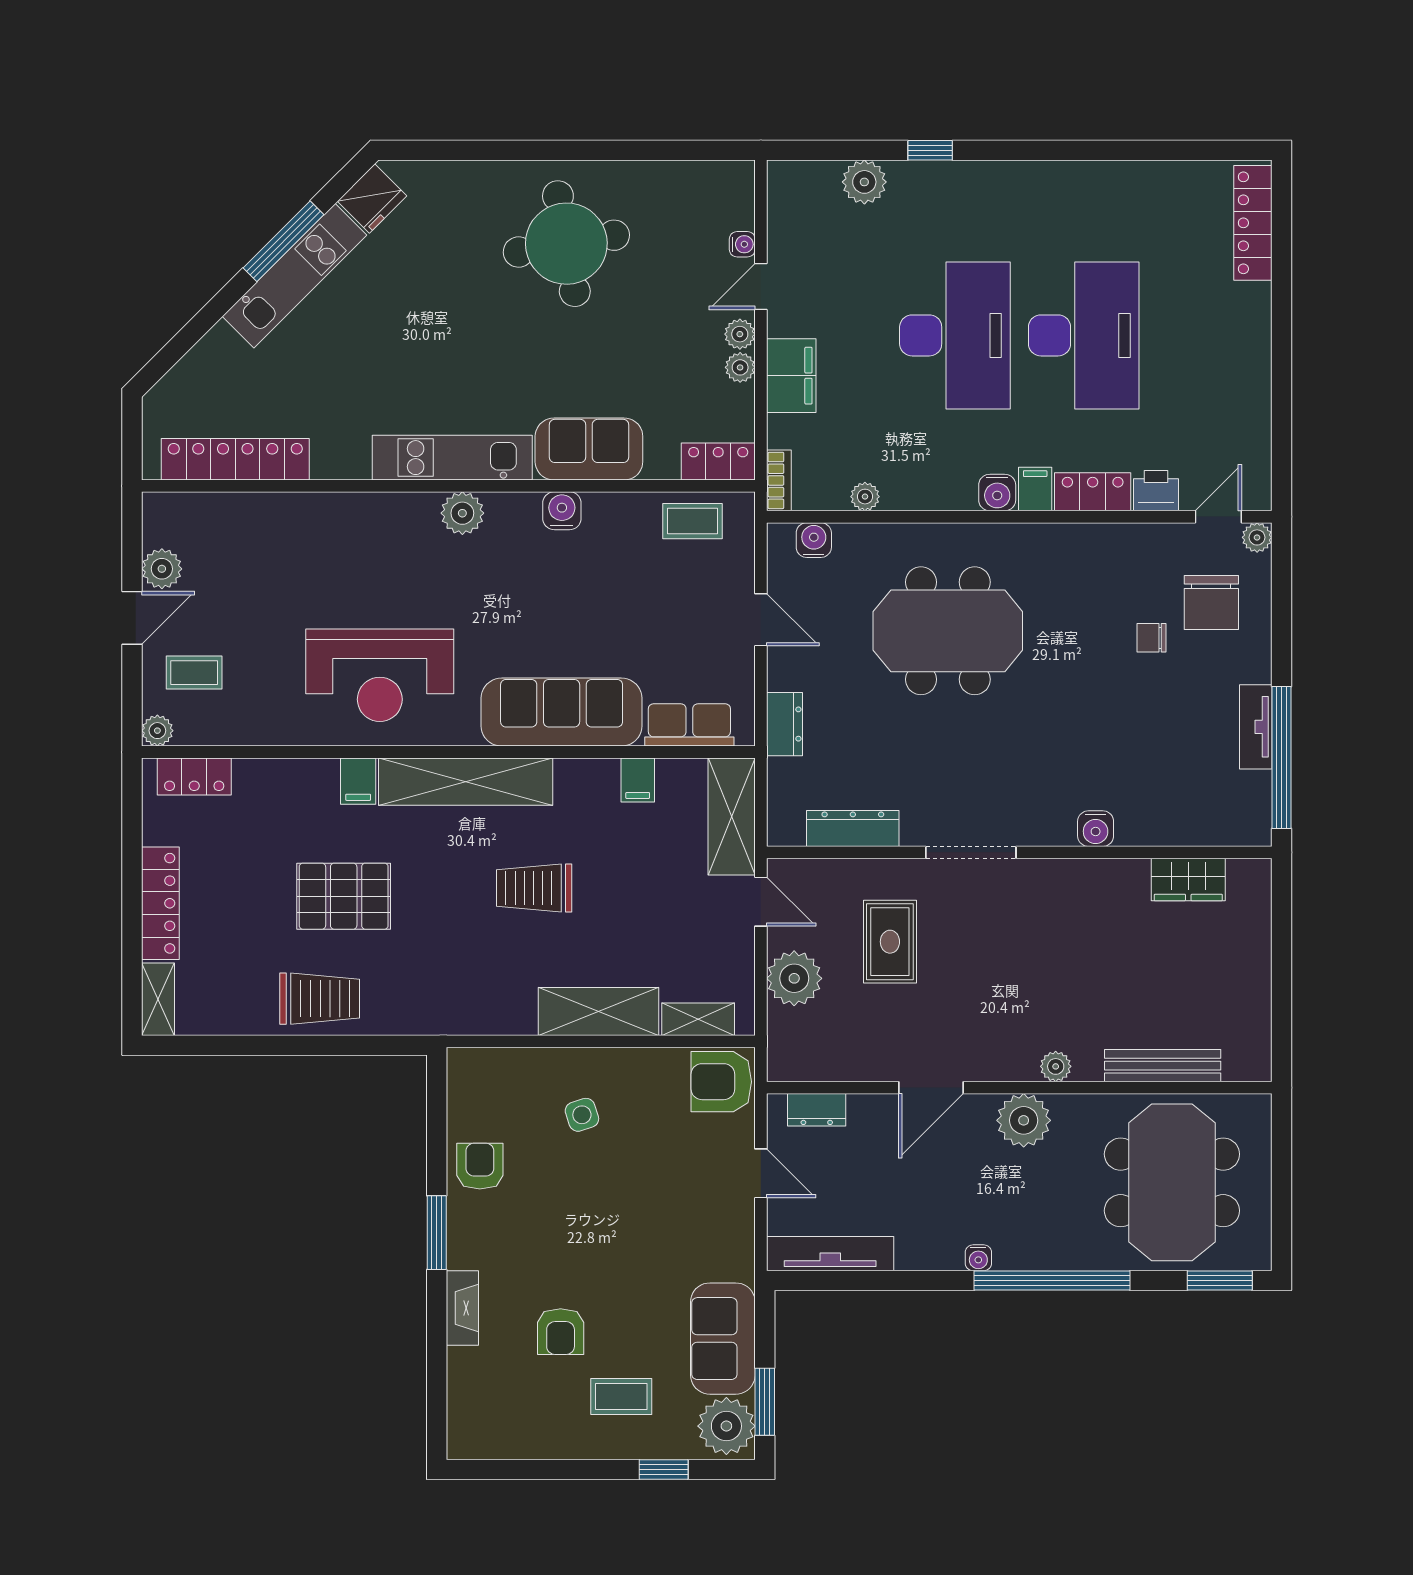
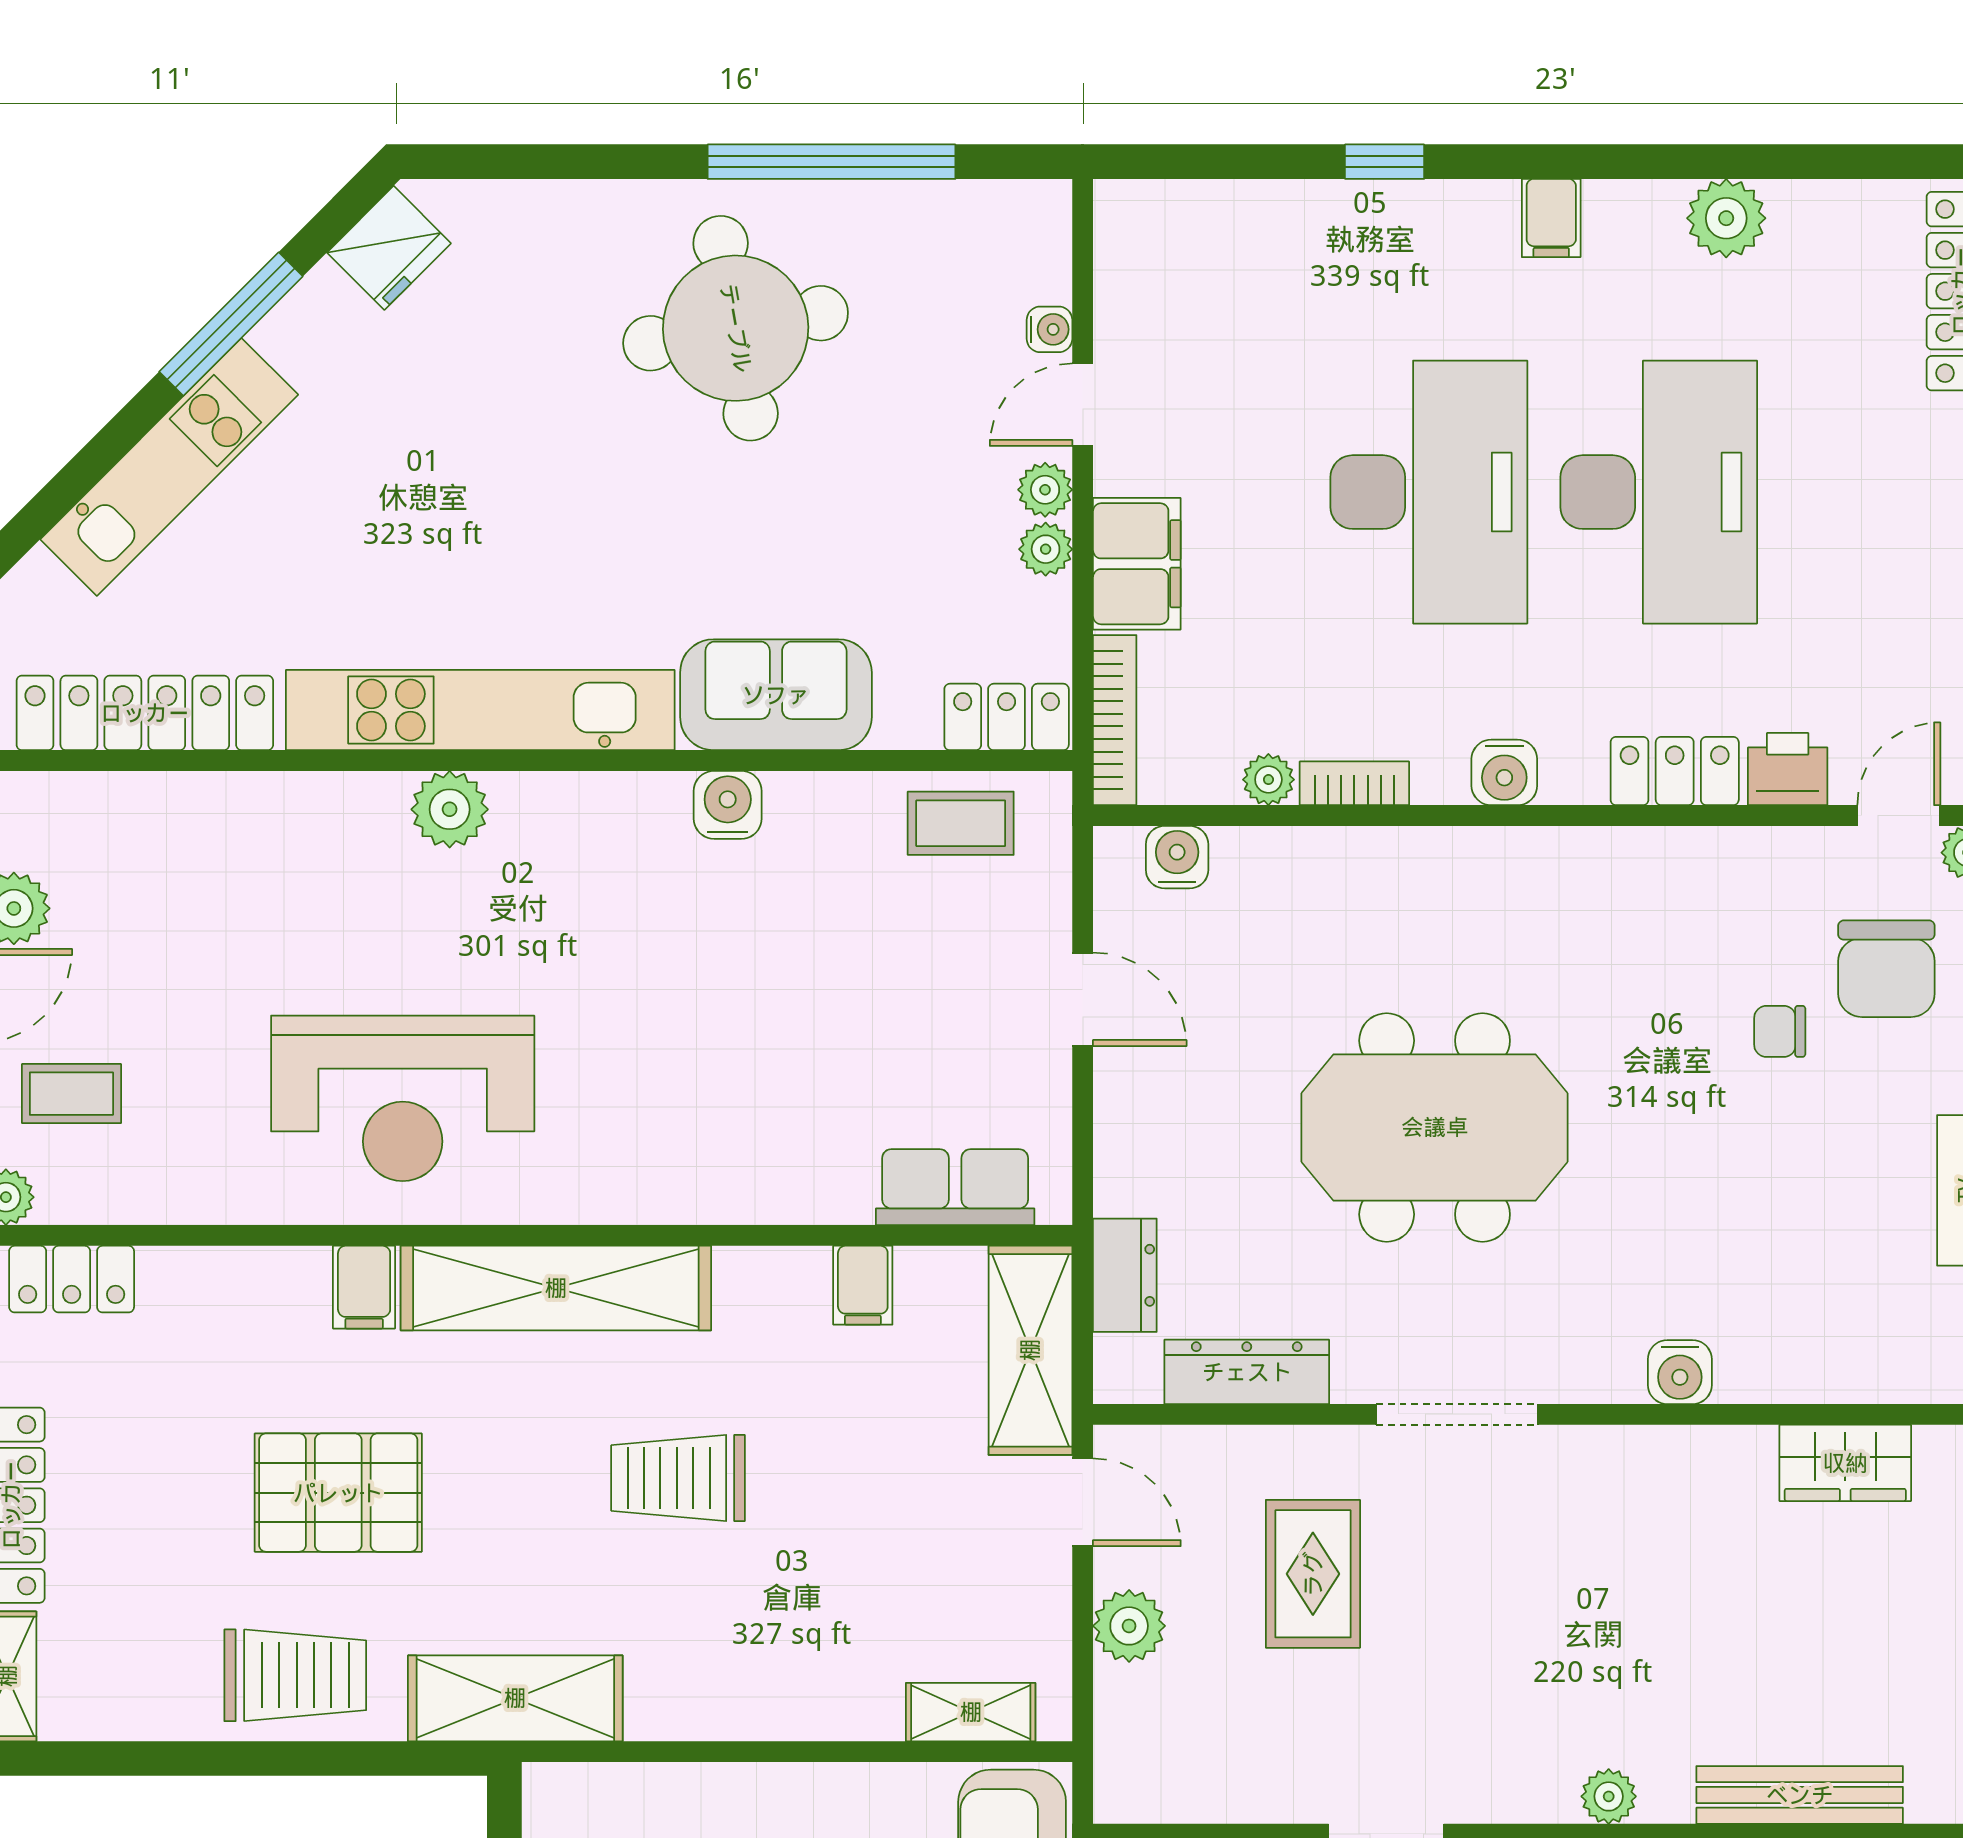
window: (620, 150) -> (832, 162), added
plant: (864, 182) -> (1726, 218), moved
kitchen unit: (294, 276) -> (169, 467), moved
kitchen unit: (452, 458) -> (480, 710), width x1.36
bookcase: (779, 480) -> (1115, 720), width x1.56
filing cabinet: (1035, 489) -> (1551, 218), moved, turned 180
bookcase: (913, 499) -> (1354, 783), added
plant: (462, 513) -> (450, 809), moved
meeting table: (948, 631) -> (1435, 1127), moved
sofa: (562, 712) -> (727, 1164), removed
dresser: (784, 724) -> (1125, 1275), moved
plant: (794, 978) -> (1129, 1626), width x0.73, depth x0.73
shelving: (599, 1011) -> (515, 1698), moved

